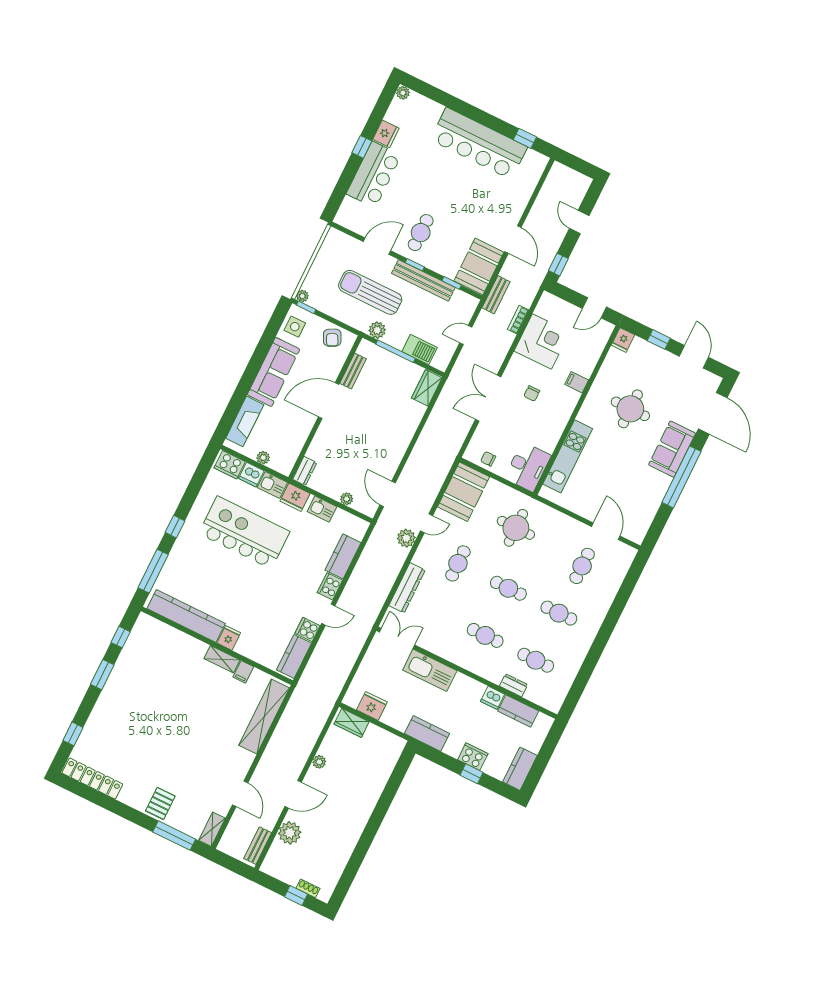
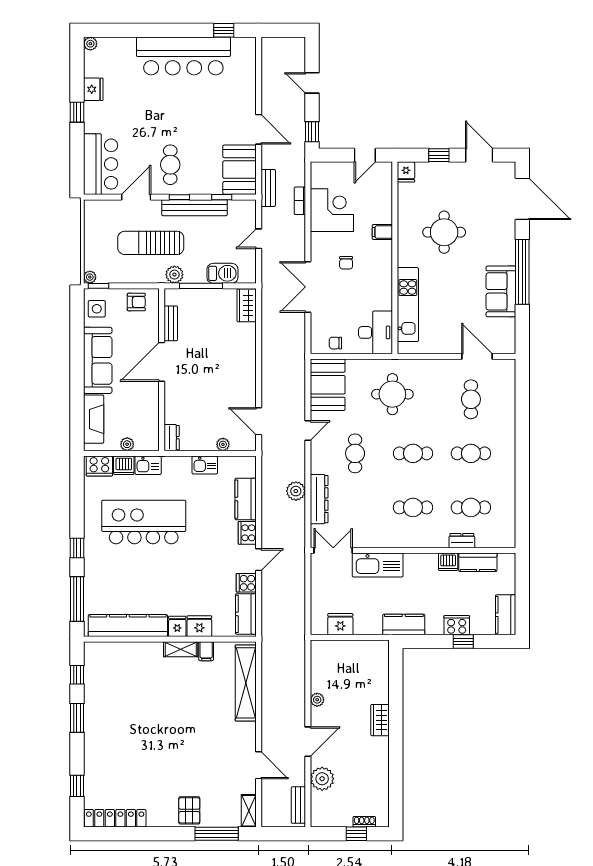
bar counter: (374, 175) -> (101, 164), moved
armchair: (332, 338) -> (136, 302), turned -63
sofa: (672, 449) -> (501, 291), moved
fridge: (295, 497) -> (199, 626), moved, turned 180
plant: (406, 538) -> (296, 491), moved
wardrobe: (352, 723) -> (380, 720), moved, turned 90

